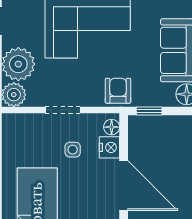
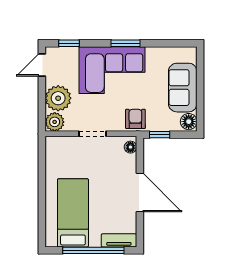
nightstand: (109, 147) -> (129, 163), removed
side table: (73, 150) -> (100, 165), removed

